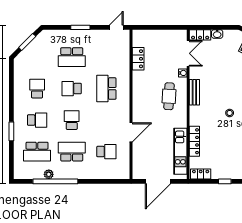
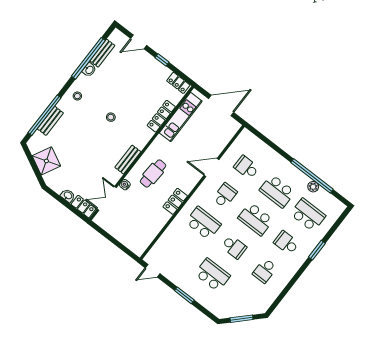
locker: (138, 59) -> (175, 201), moved
school desk: (106, 89) -> (203, 223), turned -90
school desk: (72, 120) -> (256, 219), width x1.85
school desk: (106, 120) -> (225, 195), added

